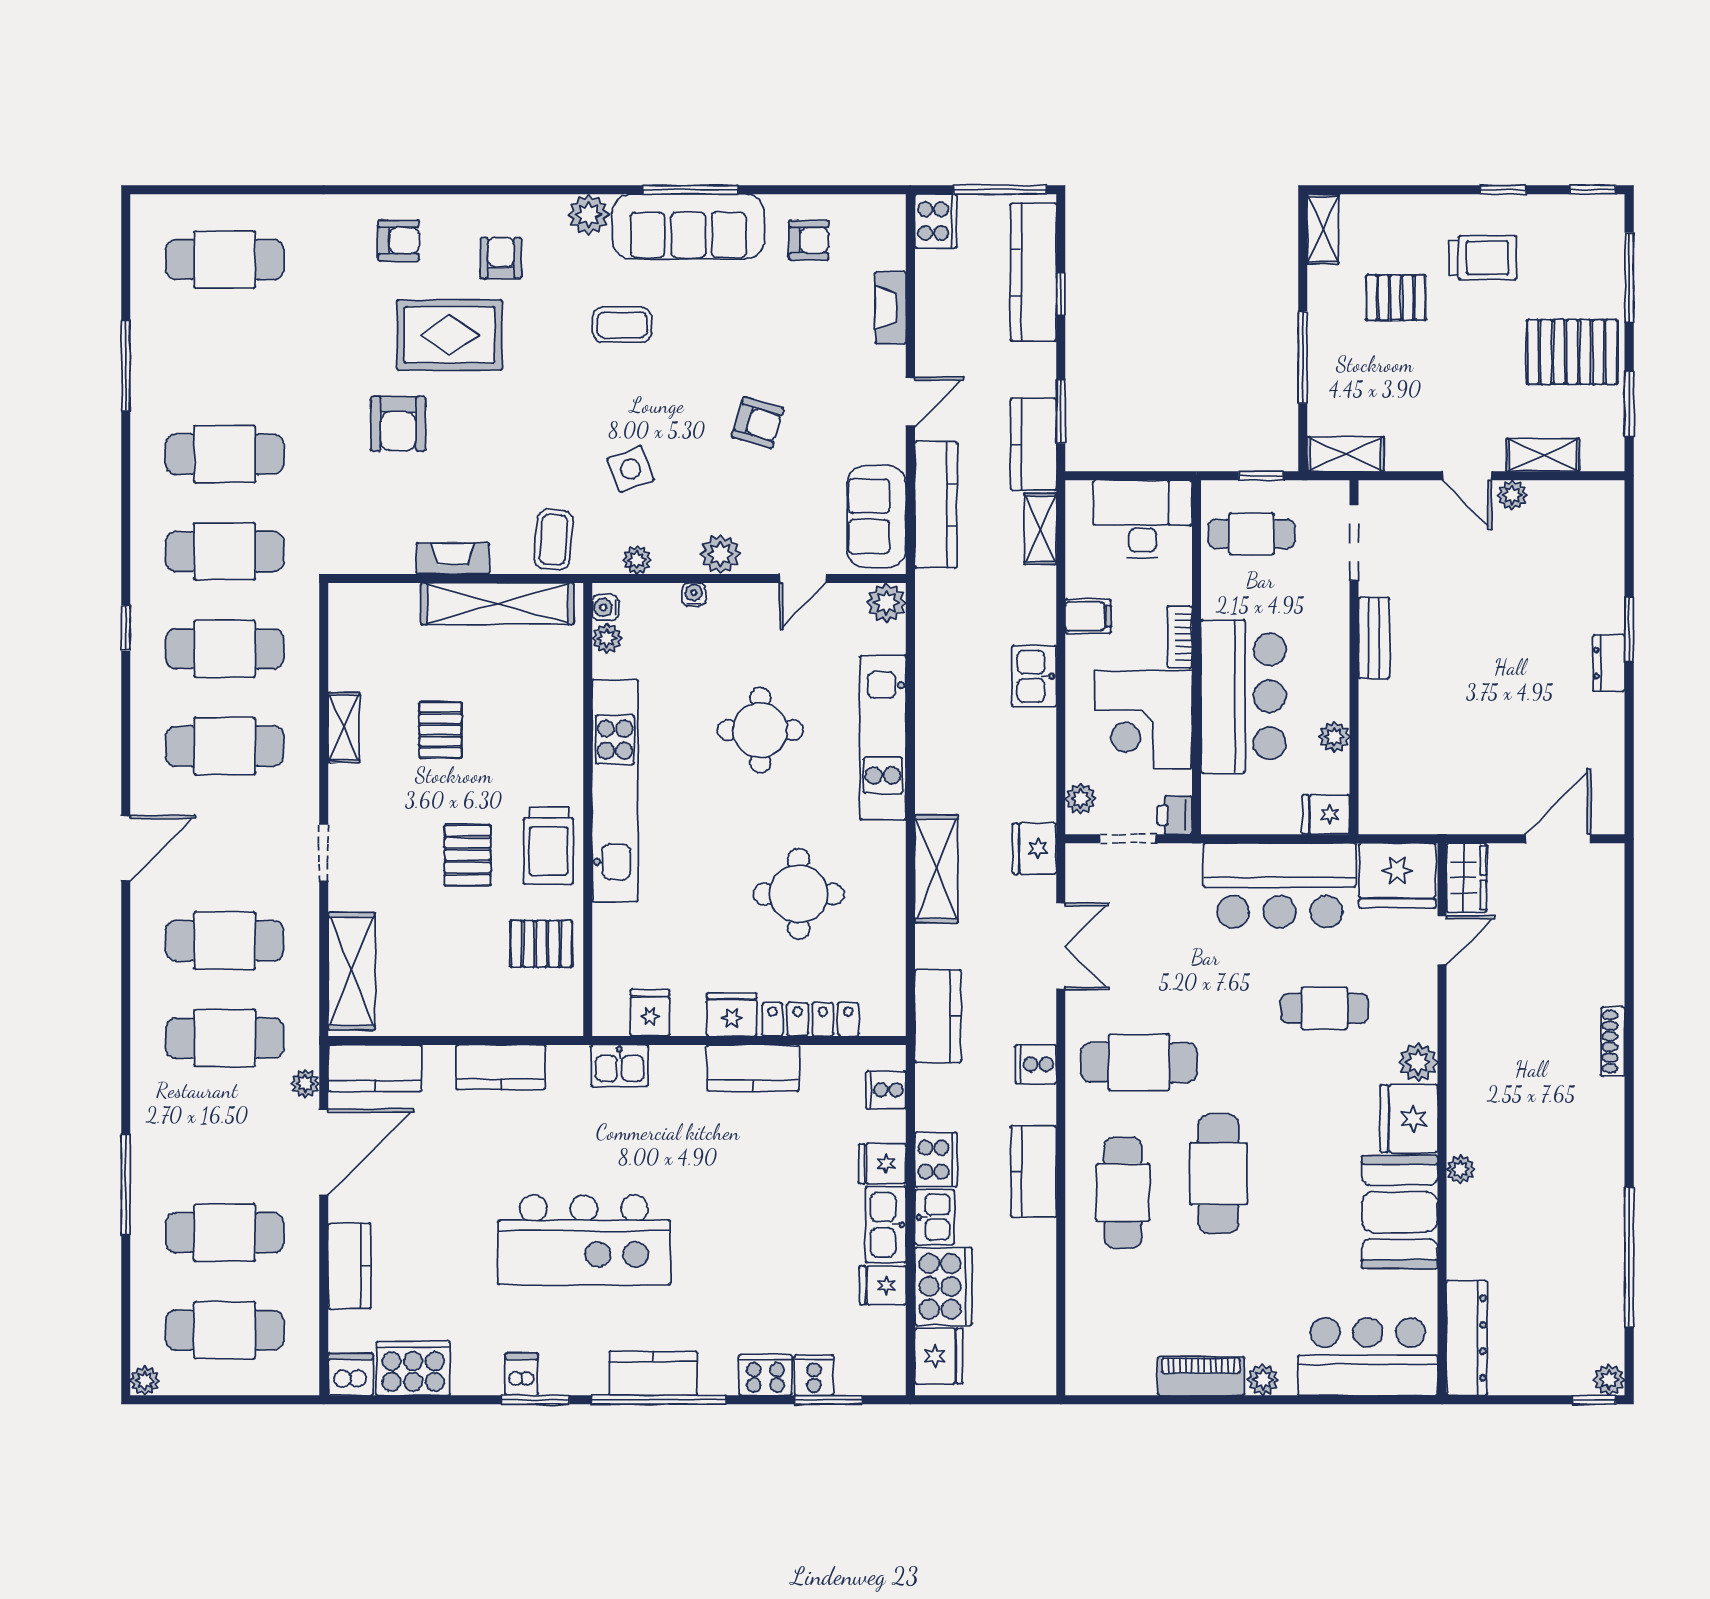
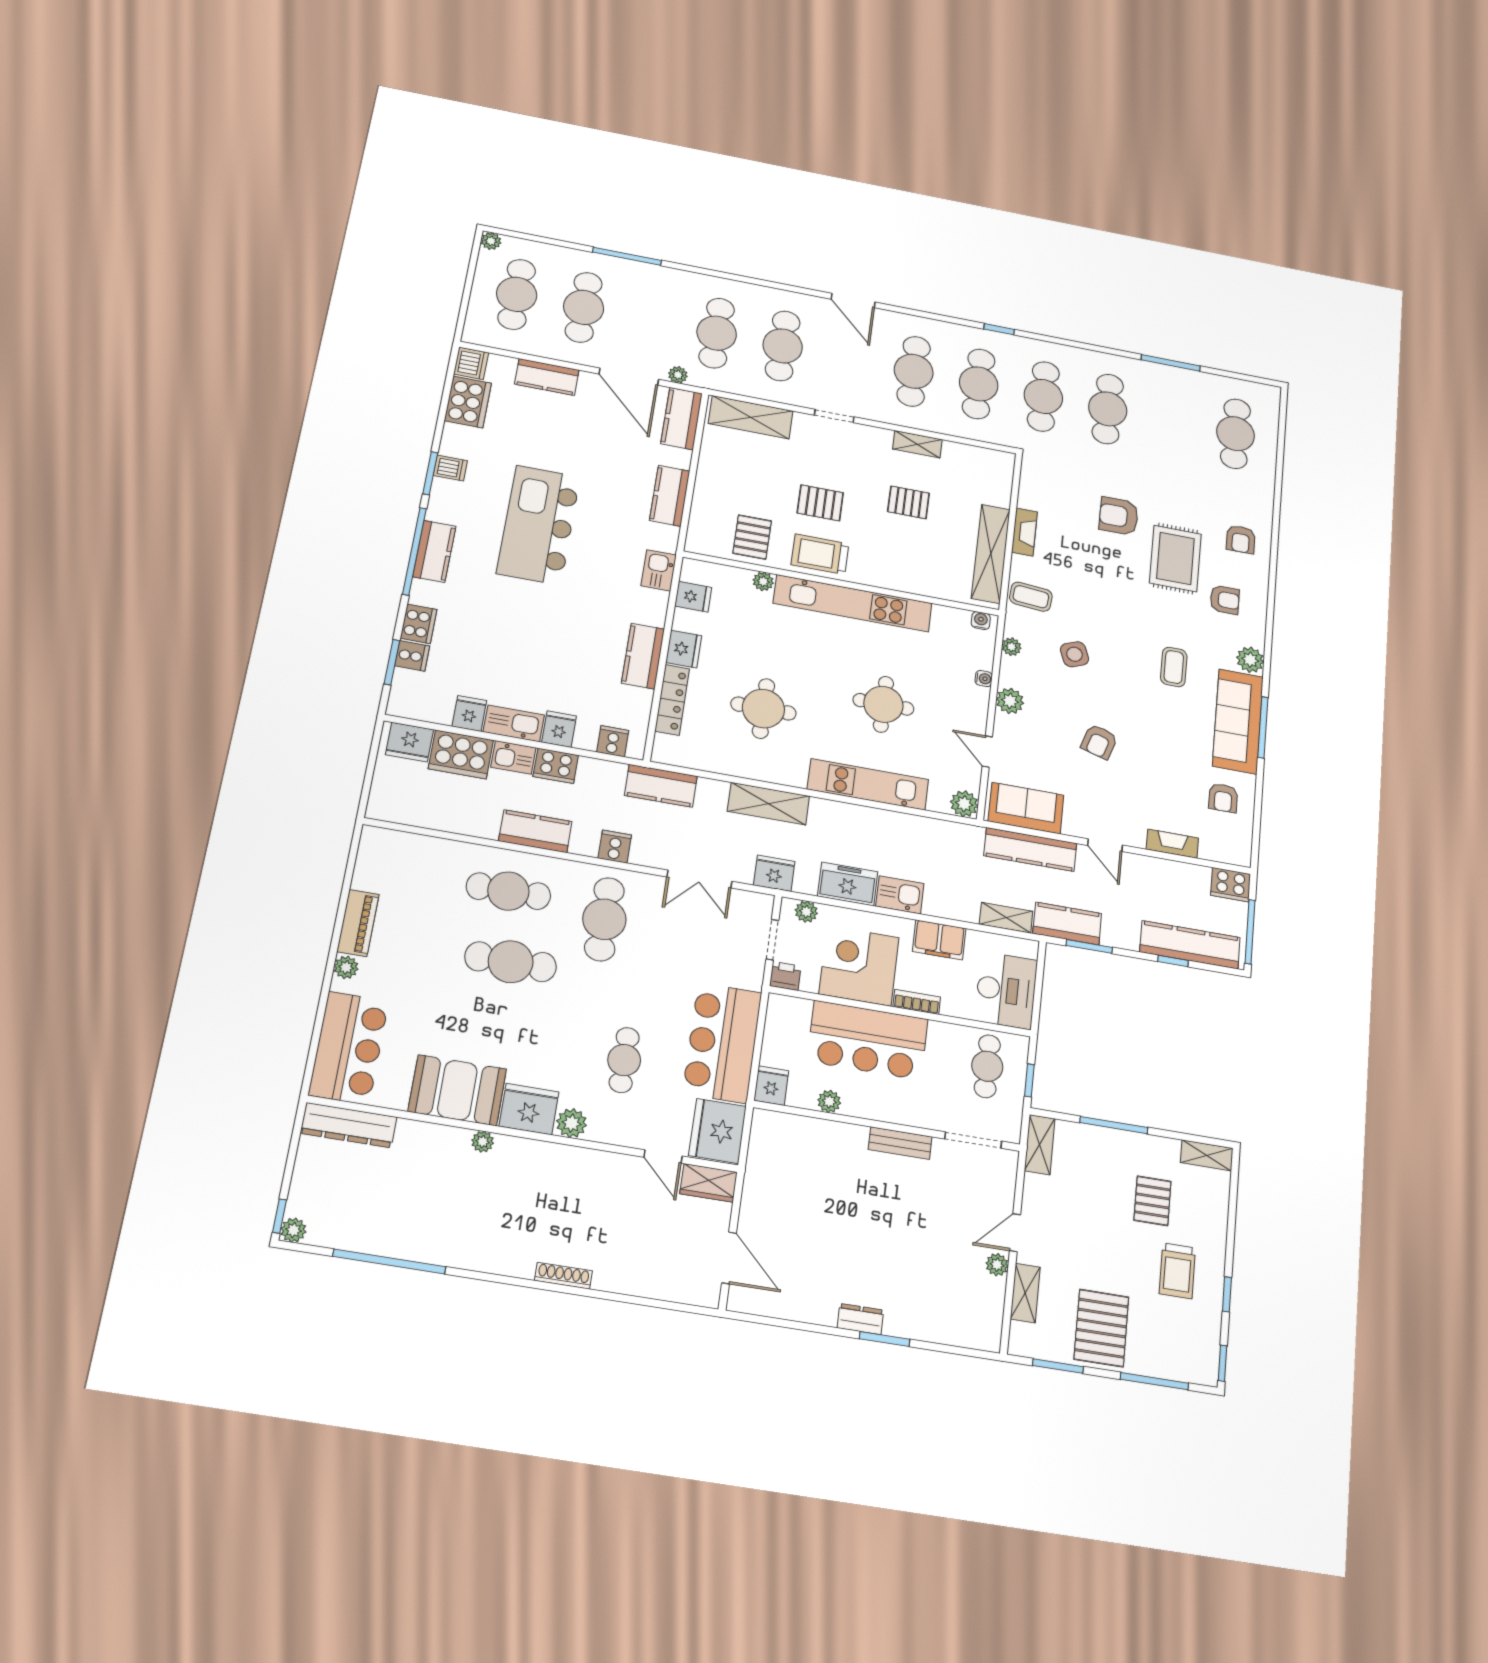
filing cabinet: (1088, 616) -> (939, 940), width x2.00
plant: (607, 638) -> (763, 581), moved
freezer: (1031, 748) -> (848, 884), added

